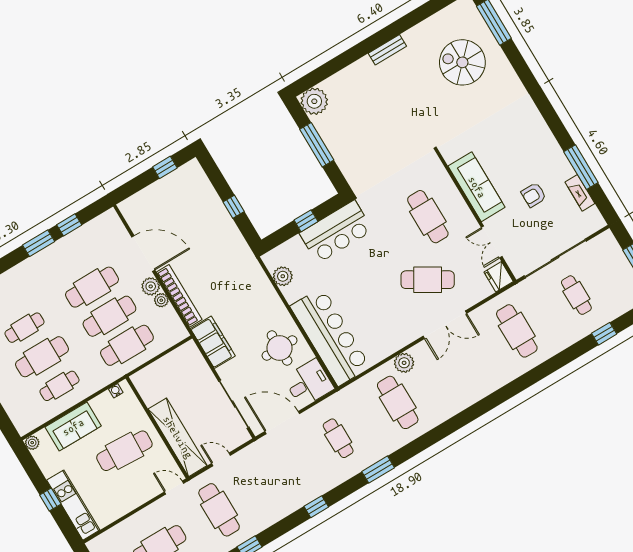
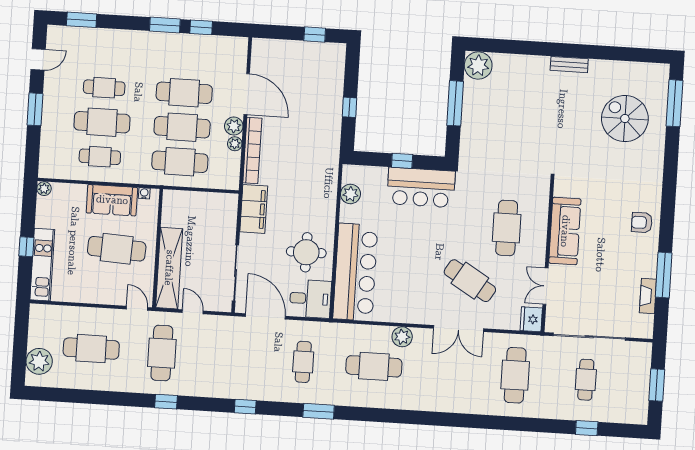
armchair: (534, 195) -> (642, 223), moved
cafe table: (398, 402) -> (374, 366), turned 90
sofa: (73, 427) -> (112, 200), moved

